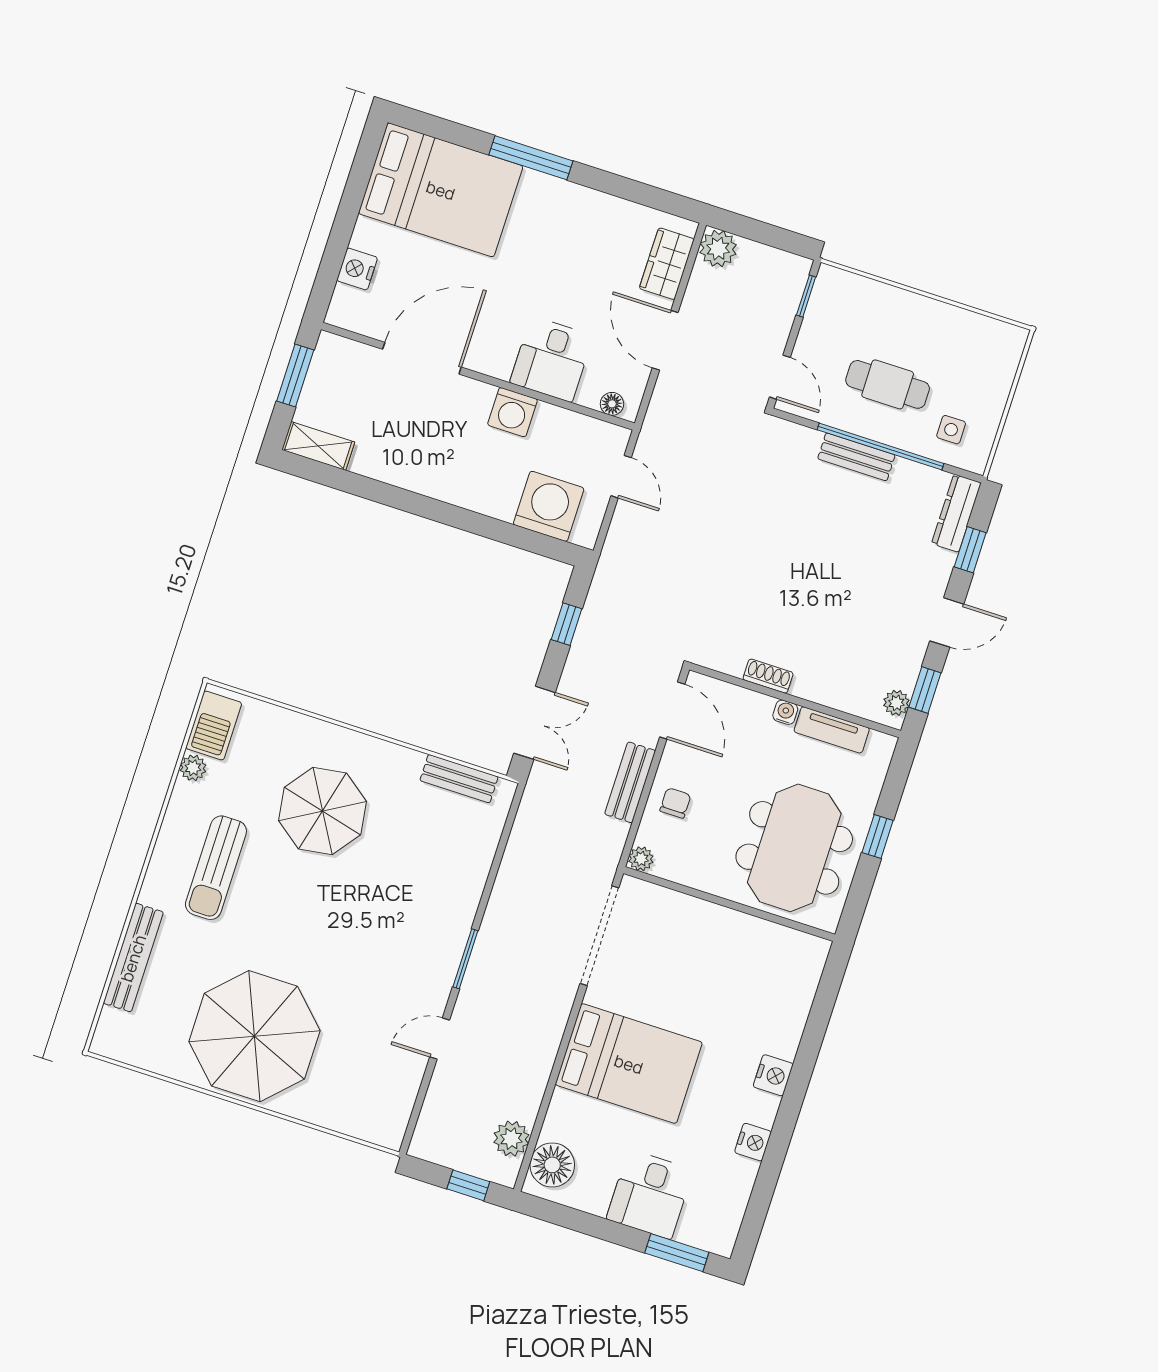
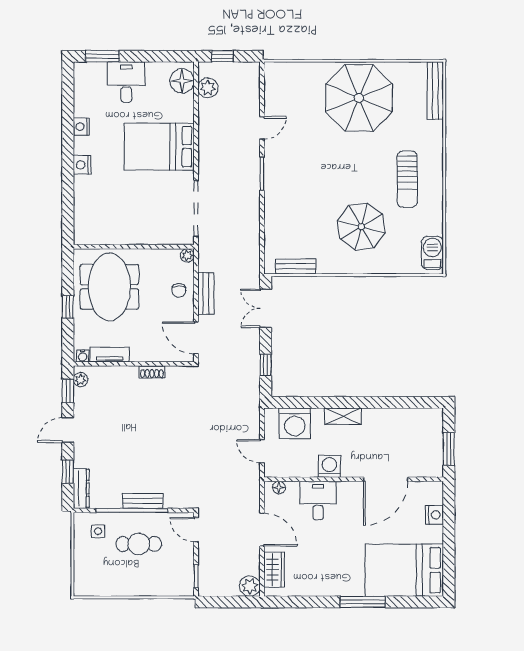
shelving: (318, 446) -> (343, 416), moved
water cooler: (785, 712) -> (83, 356), moved
plant: (193, 768) -> (436, 227), removed
sun lounger: (216, 868) -> (407, 179), turned 180
bench: (133, 958) -> (435, 91), moved

